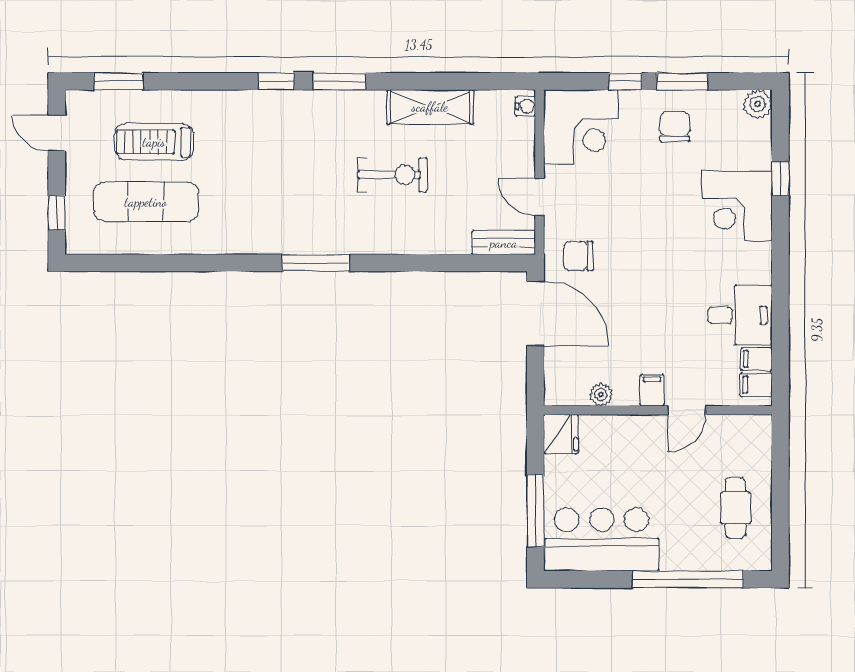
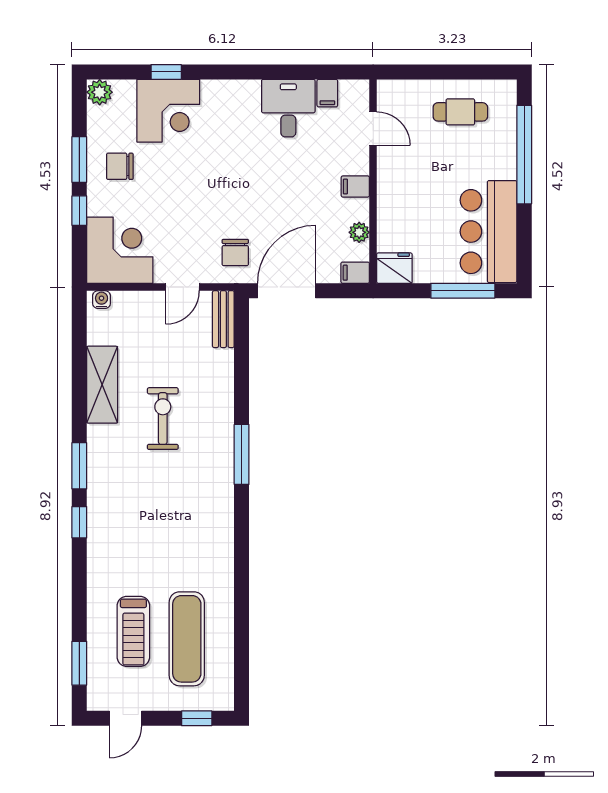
corner desk: (737, 206) -> (168, 111), moved
window: (316, 263) -> (242, 454), moved
filing cabinet: (756, 385) -> (355, 273), moved, turned 90
door: (687, 410) -> (373, 129), moved

